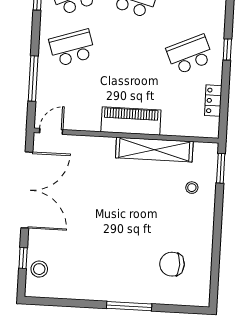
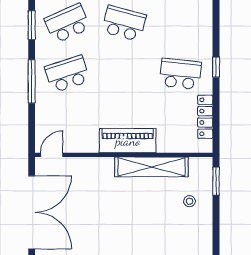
school desk: (190, 54) -> (180, 74), turned 30
window: (33, 79) -> (32, 81), moved
locker: (213, 101) -> (205, 117), width x1.53

